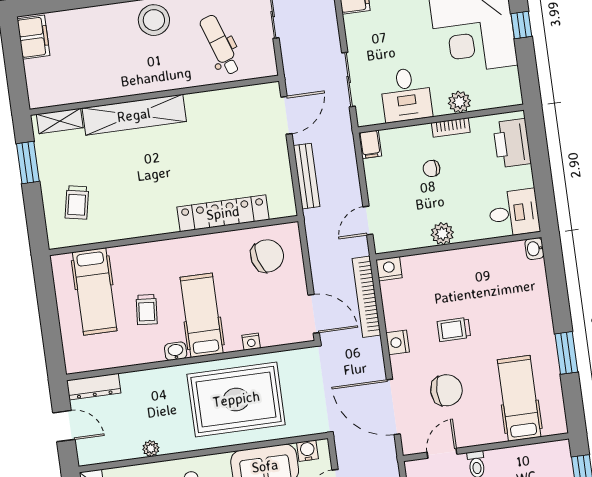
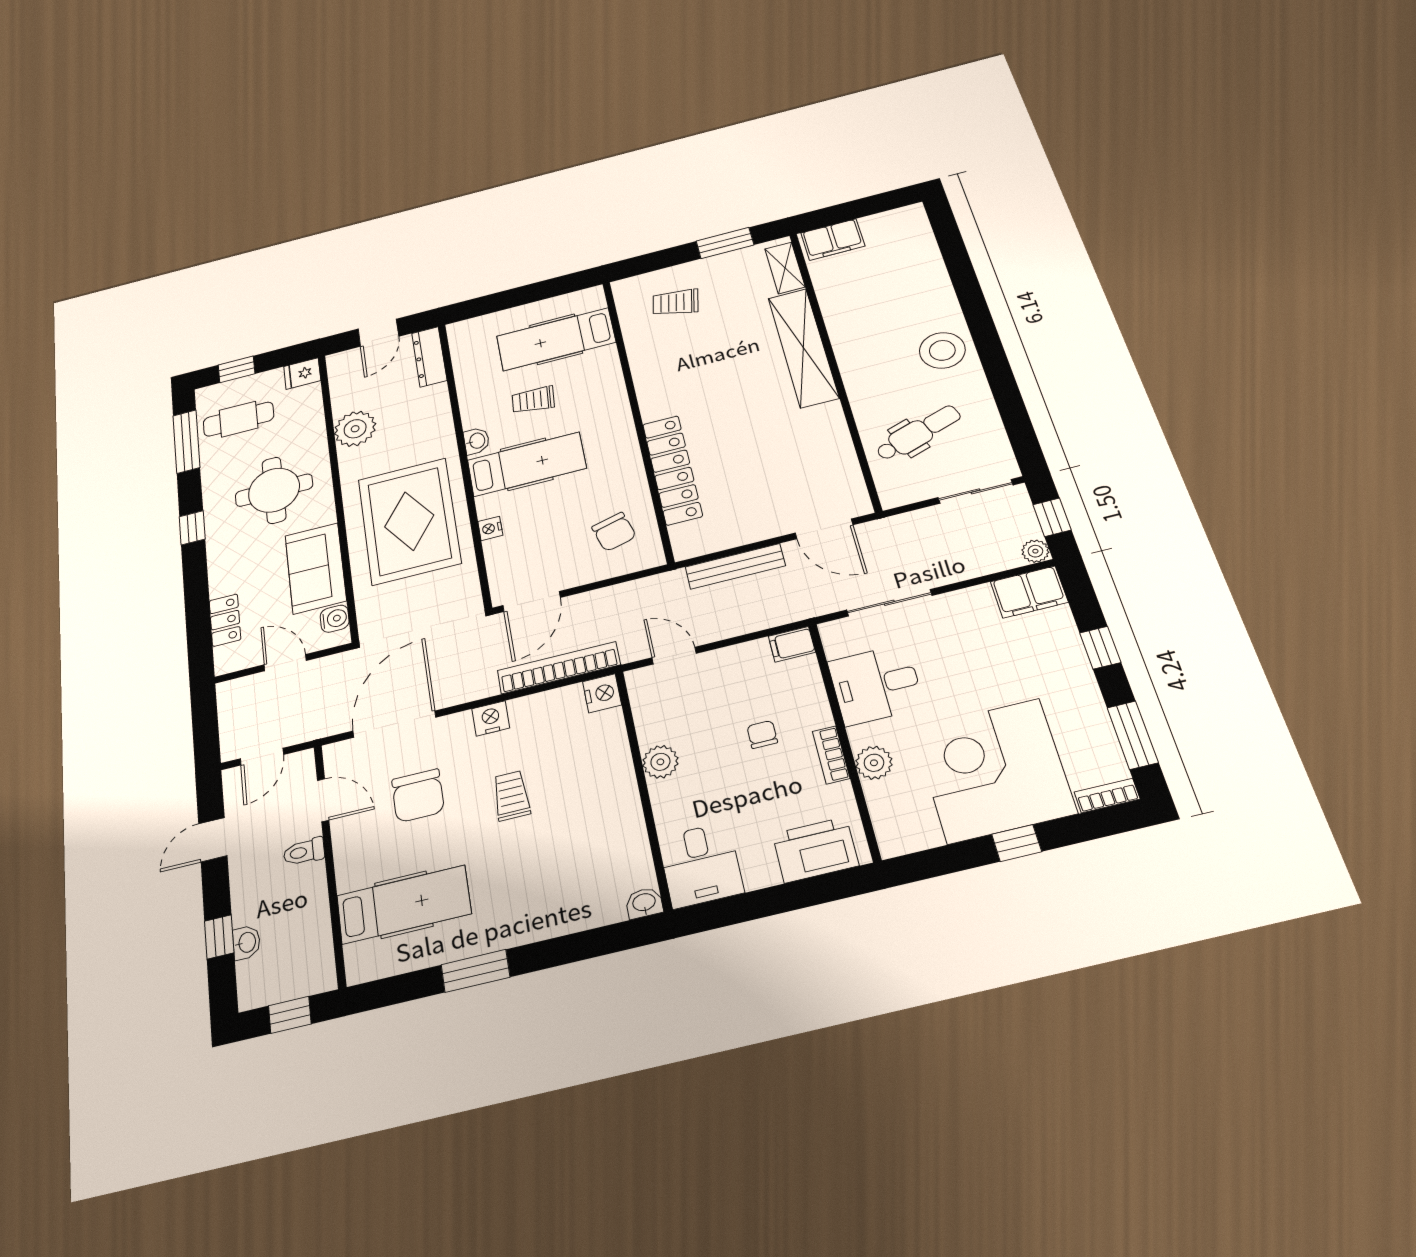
filing cabinet: (33, 37) -> (833, 240), moved
chair: (267, 256) -> (614, 532), width x0.73, depth x0.73
plant: (151, 448) -> (355, 429), width x1.88, depth x1.88

